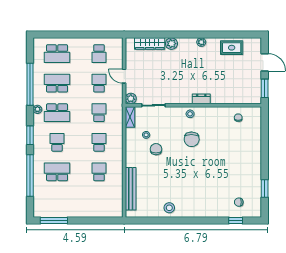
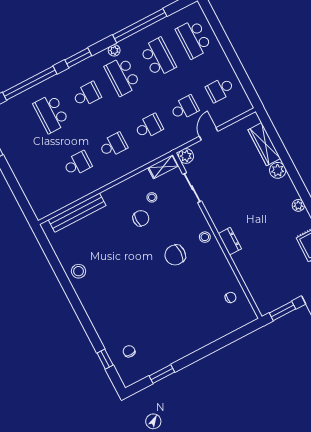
school desk: (57, 172) -> (51, 113), turned 180

